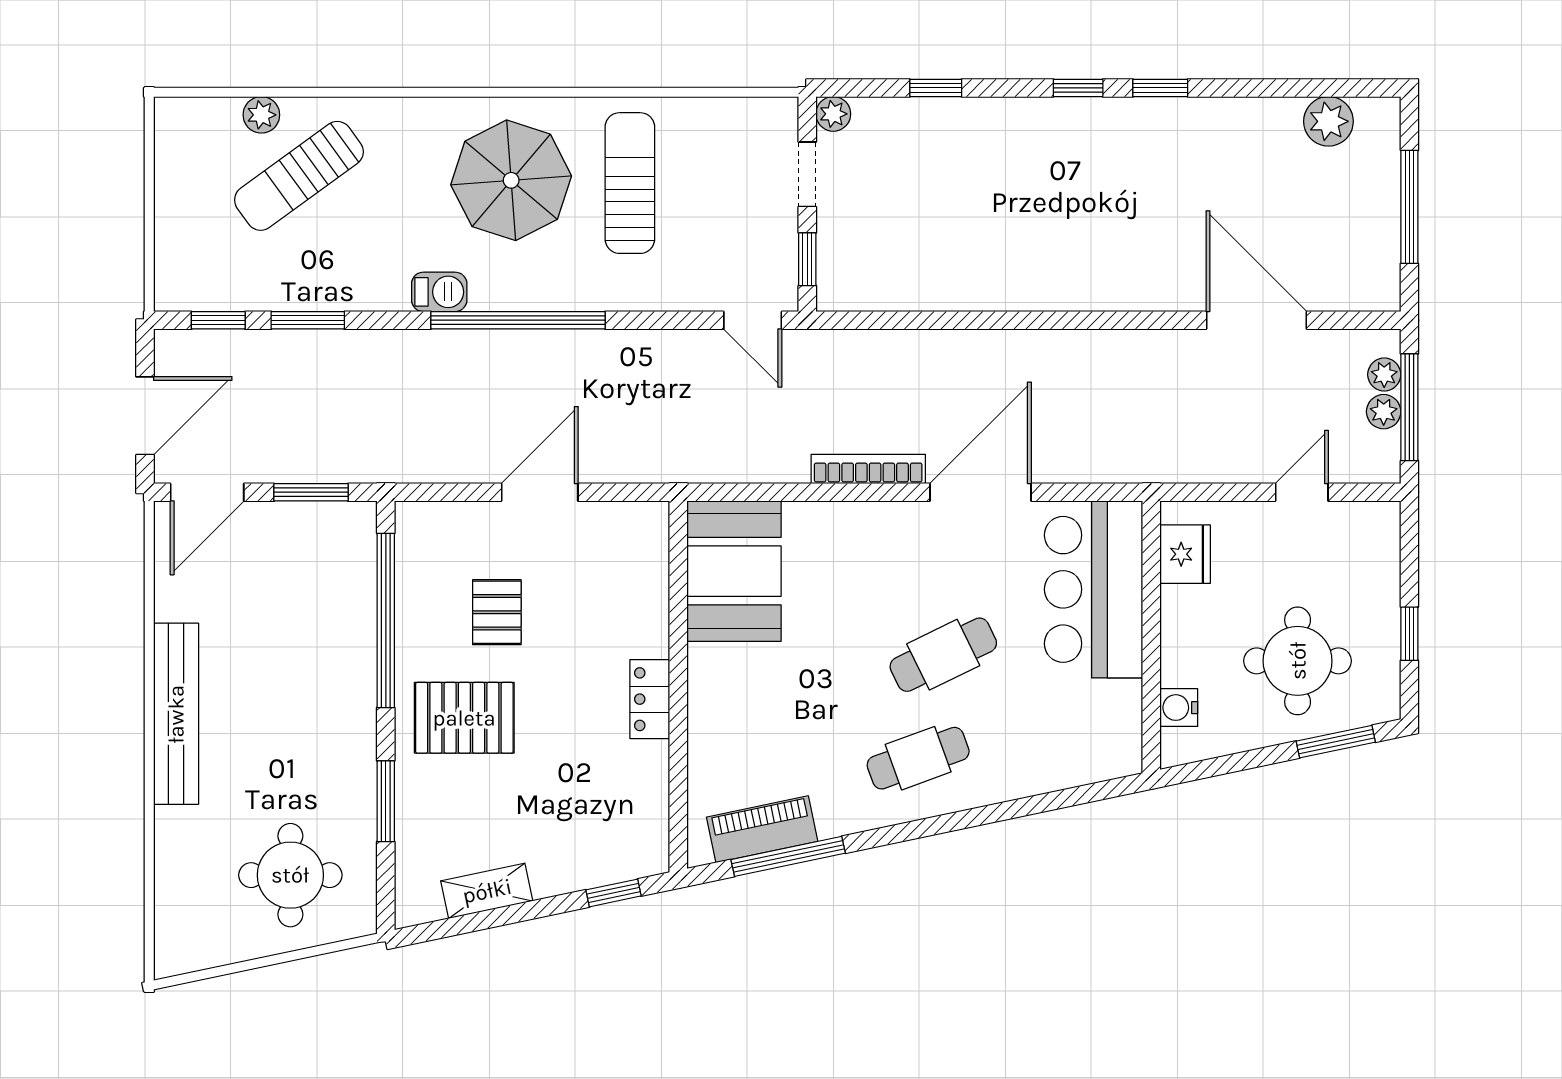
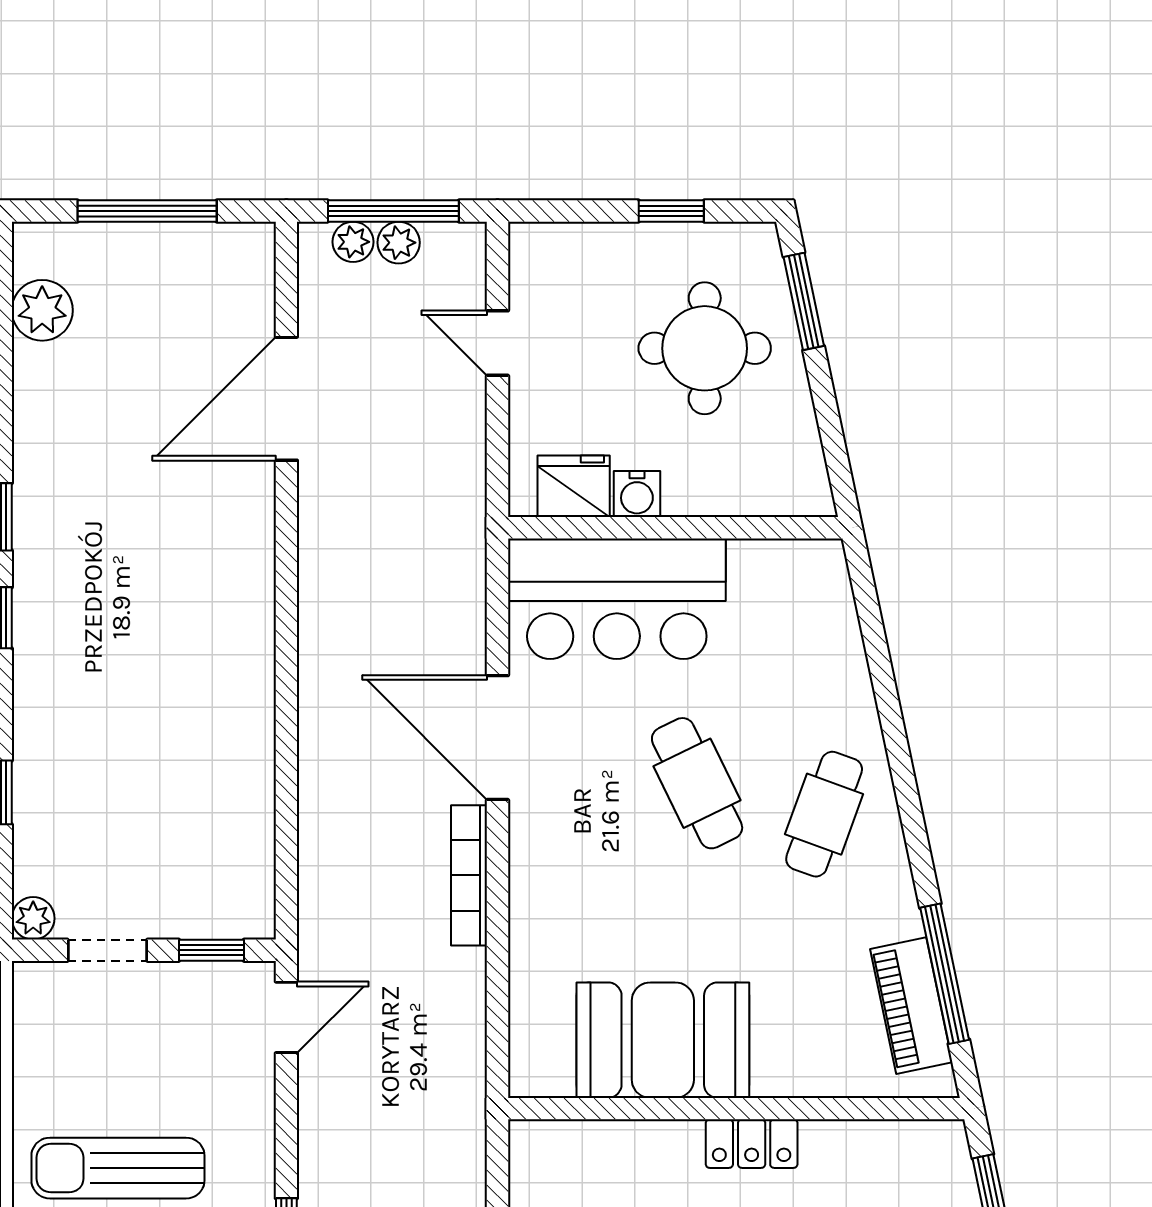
booth: (734, 571) -> (663, 1040), moved
water cooler: (1179, 708) -> (637, 494), moved
cafe table: (918, 758) -> (824, 814), turned 40

